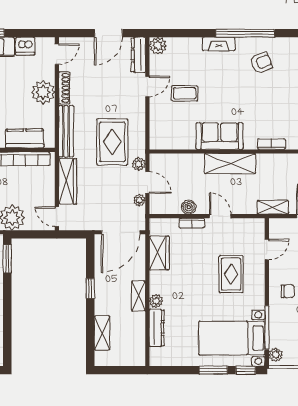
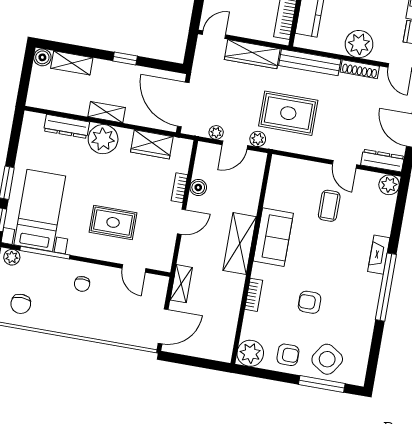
armchair: (261, 63) -> (310, 302), moved, turned 111
plant: (156, 301) -> (103, 139), width x1.88, depth x1.88
boiler: (102, 359) -> (42, 57), added

